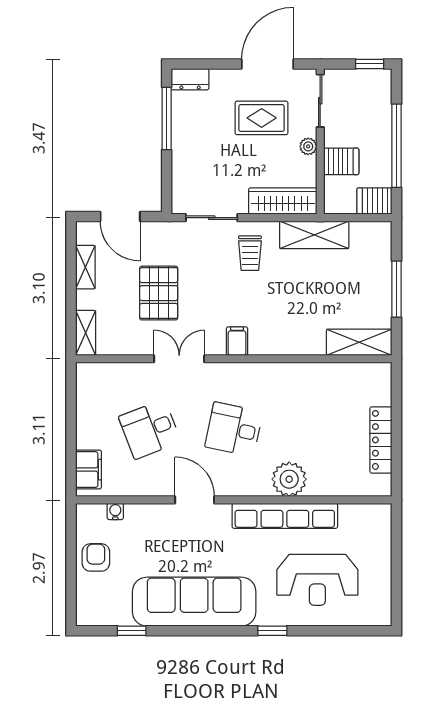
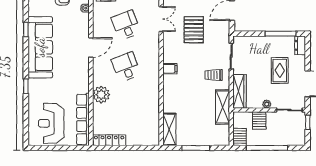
window: (370, 64) -> (308, 122), moved
rug: (262, 118) -> (280, 70), moved
pallet: (159, 293) -> (194, 30), turned 90
double door: (179, 359) -> (161, 19), moved
desk: (234, 429) -> (126, 67), turned -33
locker: (381, 440) -> (109, 140), moved
row of seats: (285, 516) -> (83, 119), moved
reception desk: (317, 580) -> (51, 123), moved
window: (132, 631) -> (26, 29), moved

